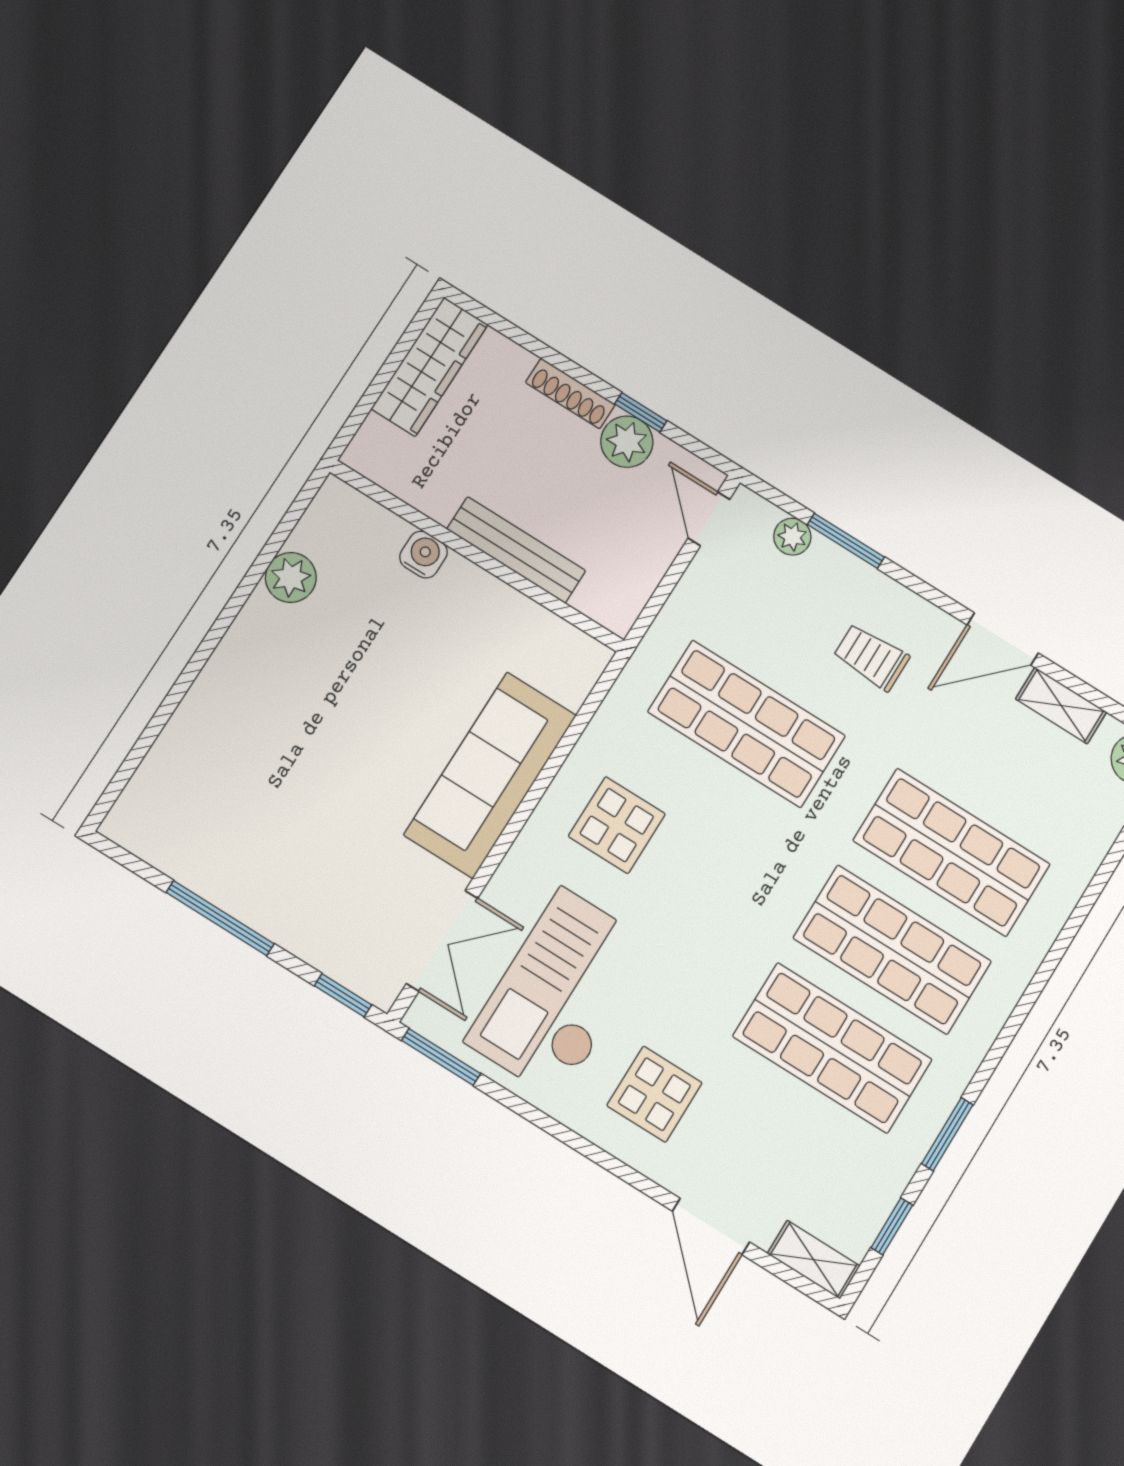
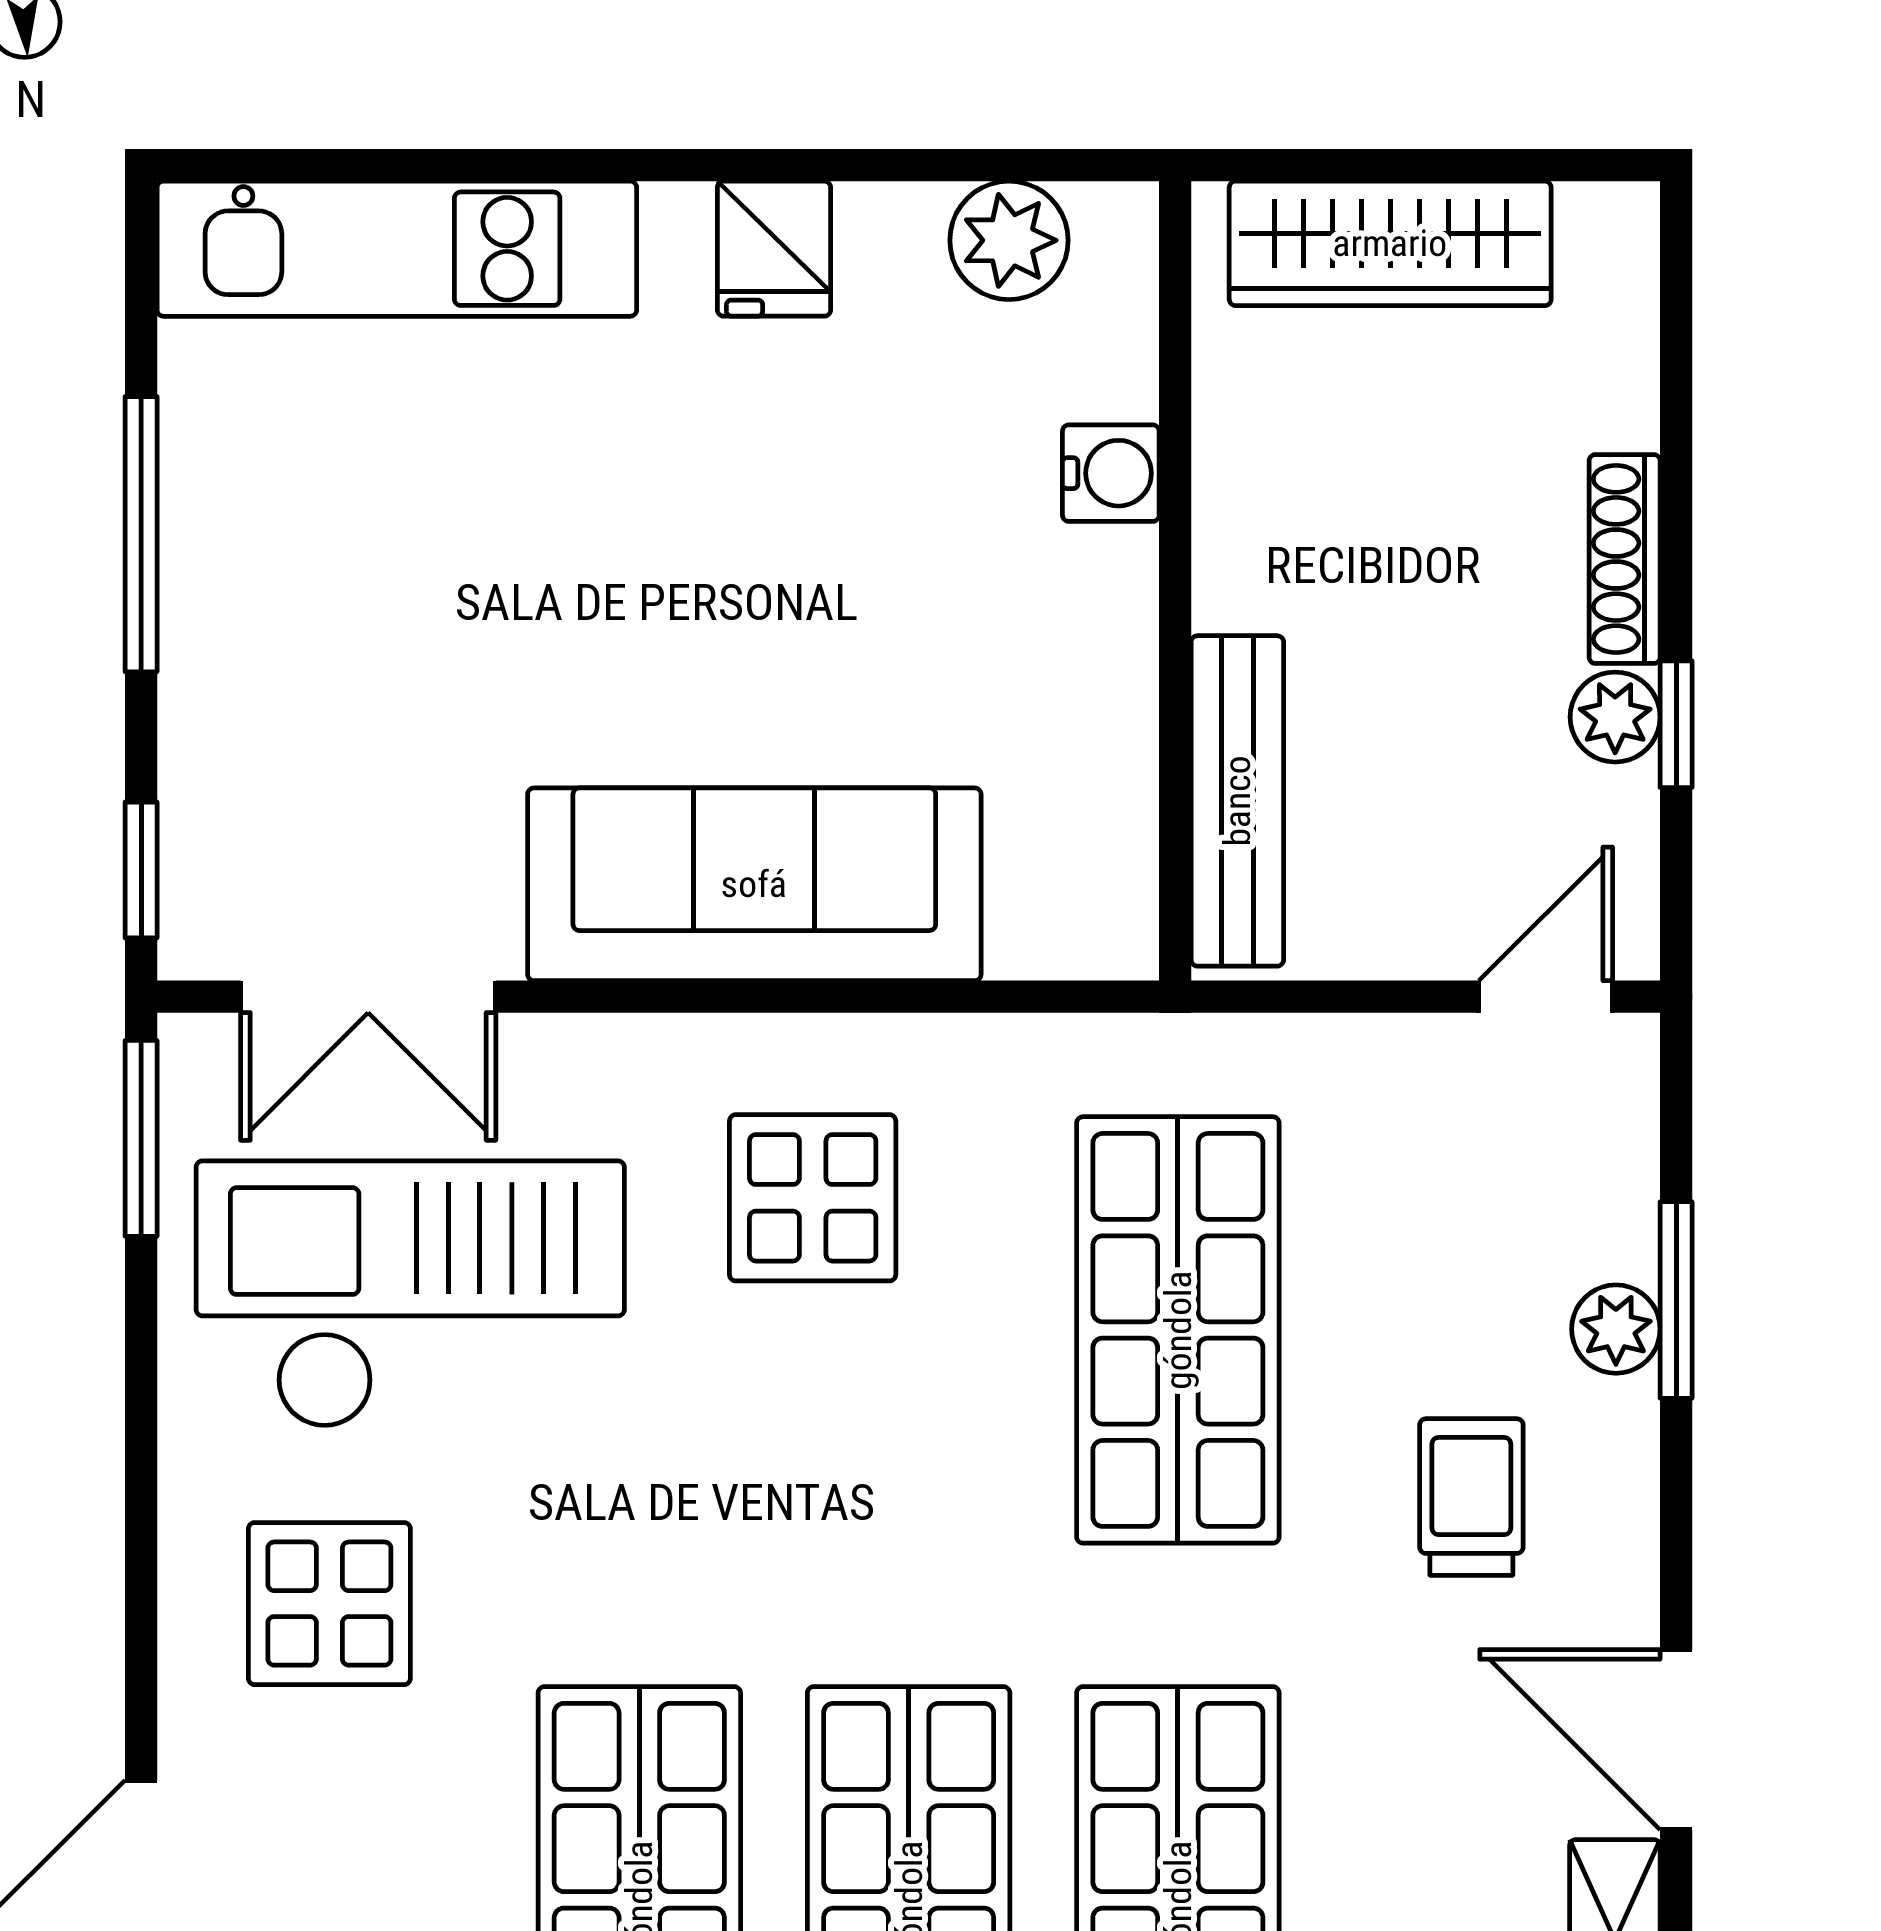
wardrobe: (430, 367) -> (1390, 243), moved
plant: (627, 442) -> (1615, 717), width x0.73, depth x0.73
plant: (792, 537) -> (1616, 1329), moved
bench: (516, 550) -> (1237, 801), moved
plant: (291, 577) -> (1009, 240), moved
fridge: (265, 624) -> (774, 249), added
kitchen unit: (177, 759) -> (397, 249), added

